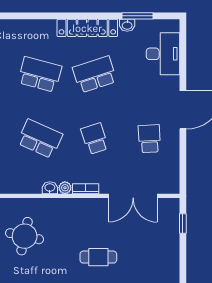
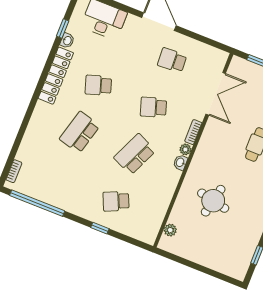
window: (137, 16) -> (63, 29), width x0.67
school desk: (95, 74) -> (98, 85), width x0.54

